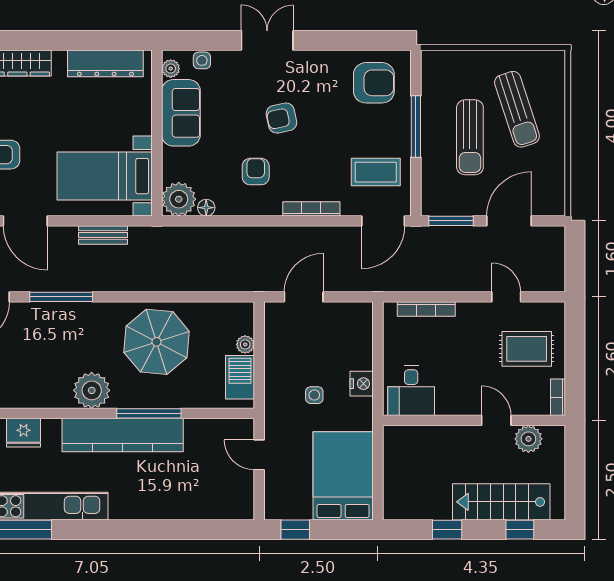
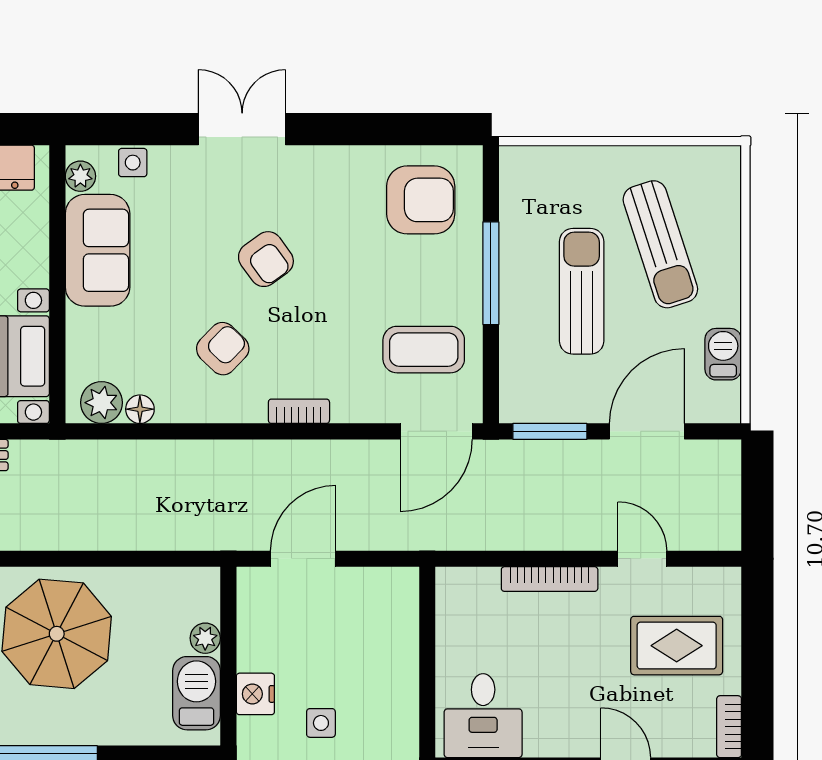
armchair: (281, 118) -> (266, 259), turned -114
sun lounger: (470, 137) -> (582, 291), turned 180
armchair: (256, 172) -> (223, 349), turned 44
barbecue: (554, 175) -> (723, 354), added
plant: (179, 199) -> (102, 403), width x0.73, depth x0.73
bookcase: (311, 209) -> (299, 411), width x0.64
bookcase: (426, 309) -> (550, 579), moved
nightstand: (362, 384) -> (255, 694), moved, turned 180

